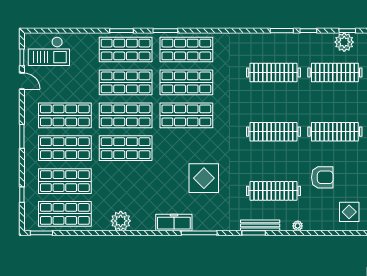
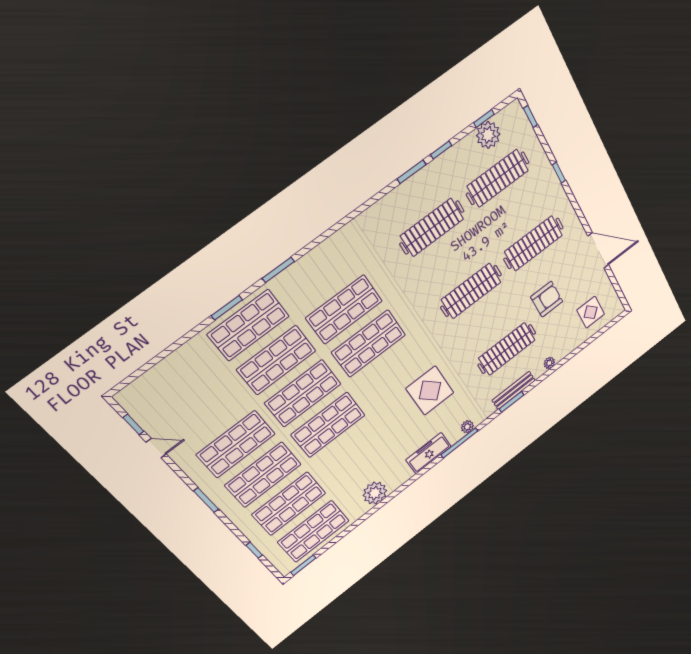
shop shelf: (186, 50) -> (318, 273), removed
checkout: (49, 51) -> (160, 394), removed
plant: (212, 225) -> (467, 427), added

